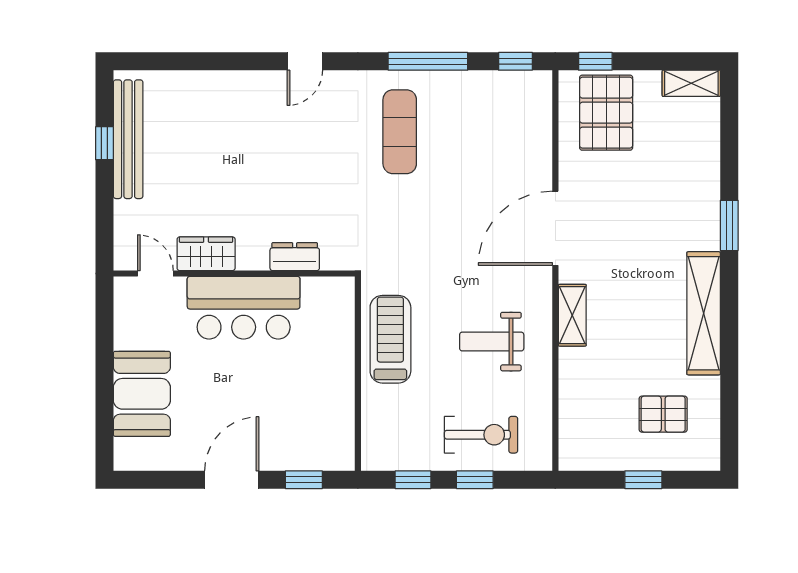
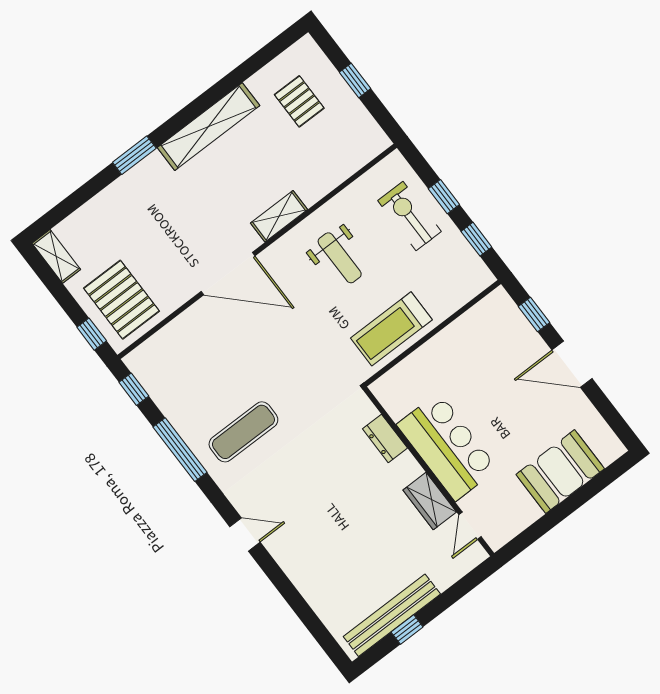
pallet: (606, 113) -> (121, 300), turned 90

